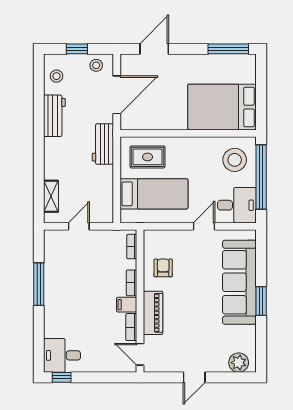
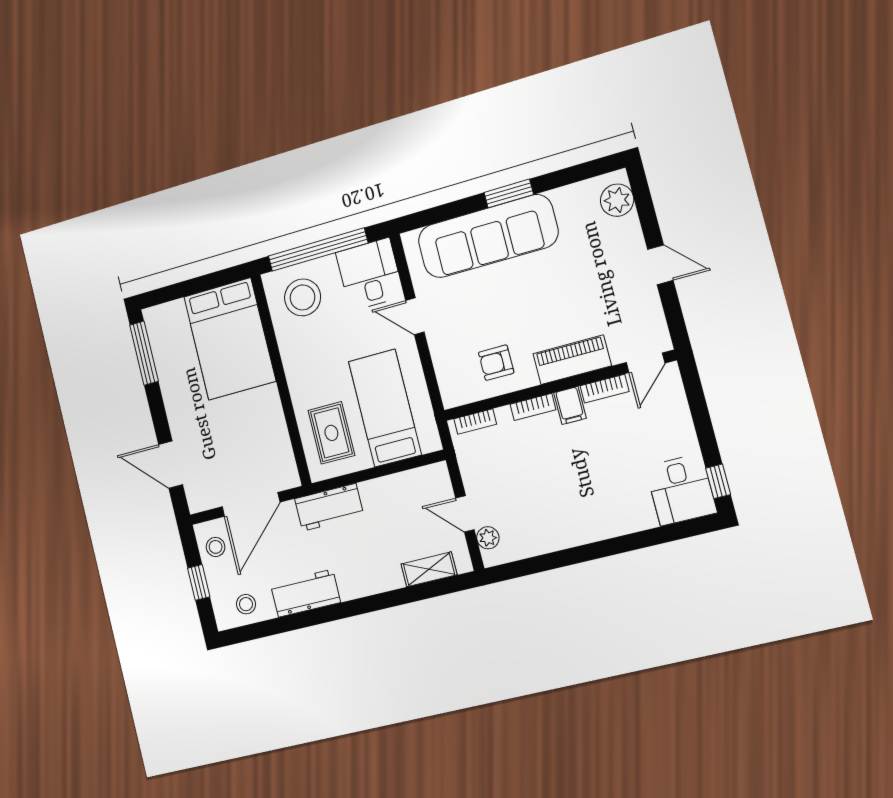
door: (117, 95) -> (251, 504), swing flipped
plant: (61, 236) -> (488, 538), added
window: (39, 284) -> (574, 556), removed

